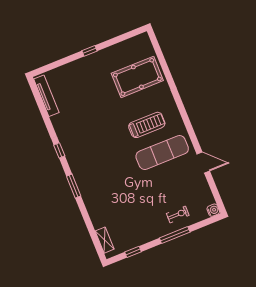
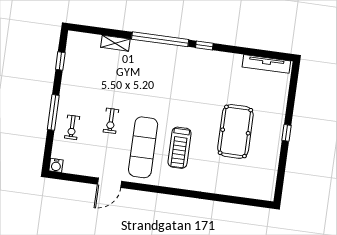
pool table: (137, 77) -> (235, 131), moved
window: (74, 186) -> (160, 39), width x2.11
exercise bike: (156, 188) -> (111, 121), added
shelving: (105, 240) -> (115, 43), moved

